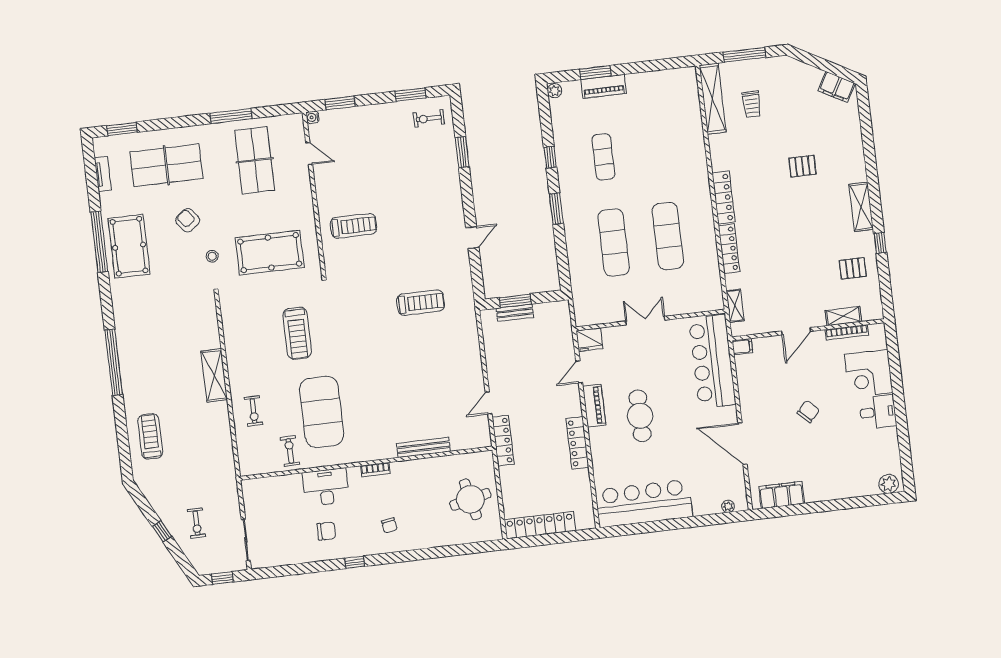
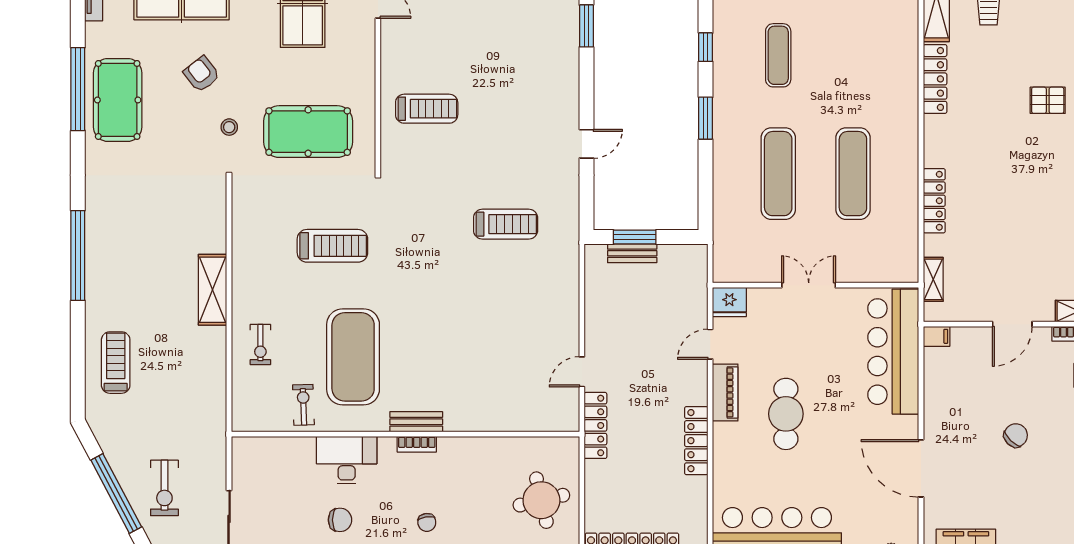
locker: (723, 198) -> (935, 79), moved
treadmill: (297, 333) -> (332, 246), turned -90
bench: (423, 447) -> (416, 422), moved, width x0.73
exercise bike: (196, 523) -> (164, 488), width x1.38, depth x1.39
window: (162, 531) -> (116, 493), width x3.17

